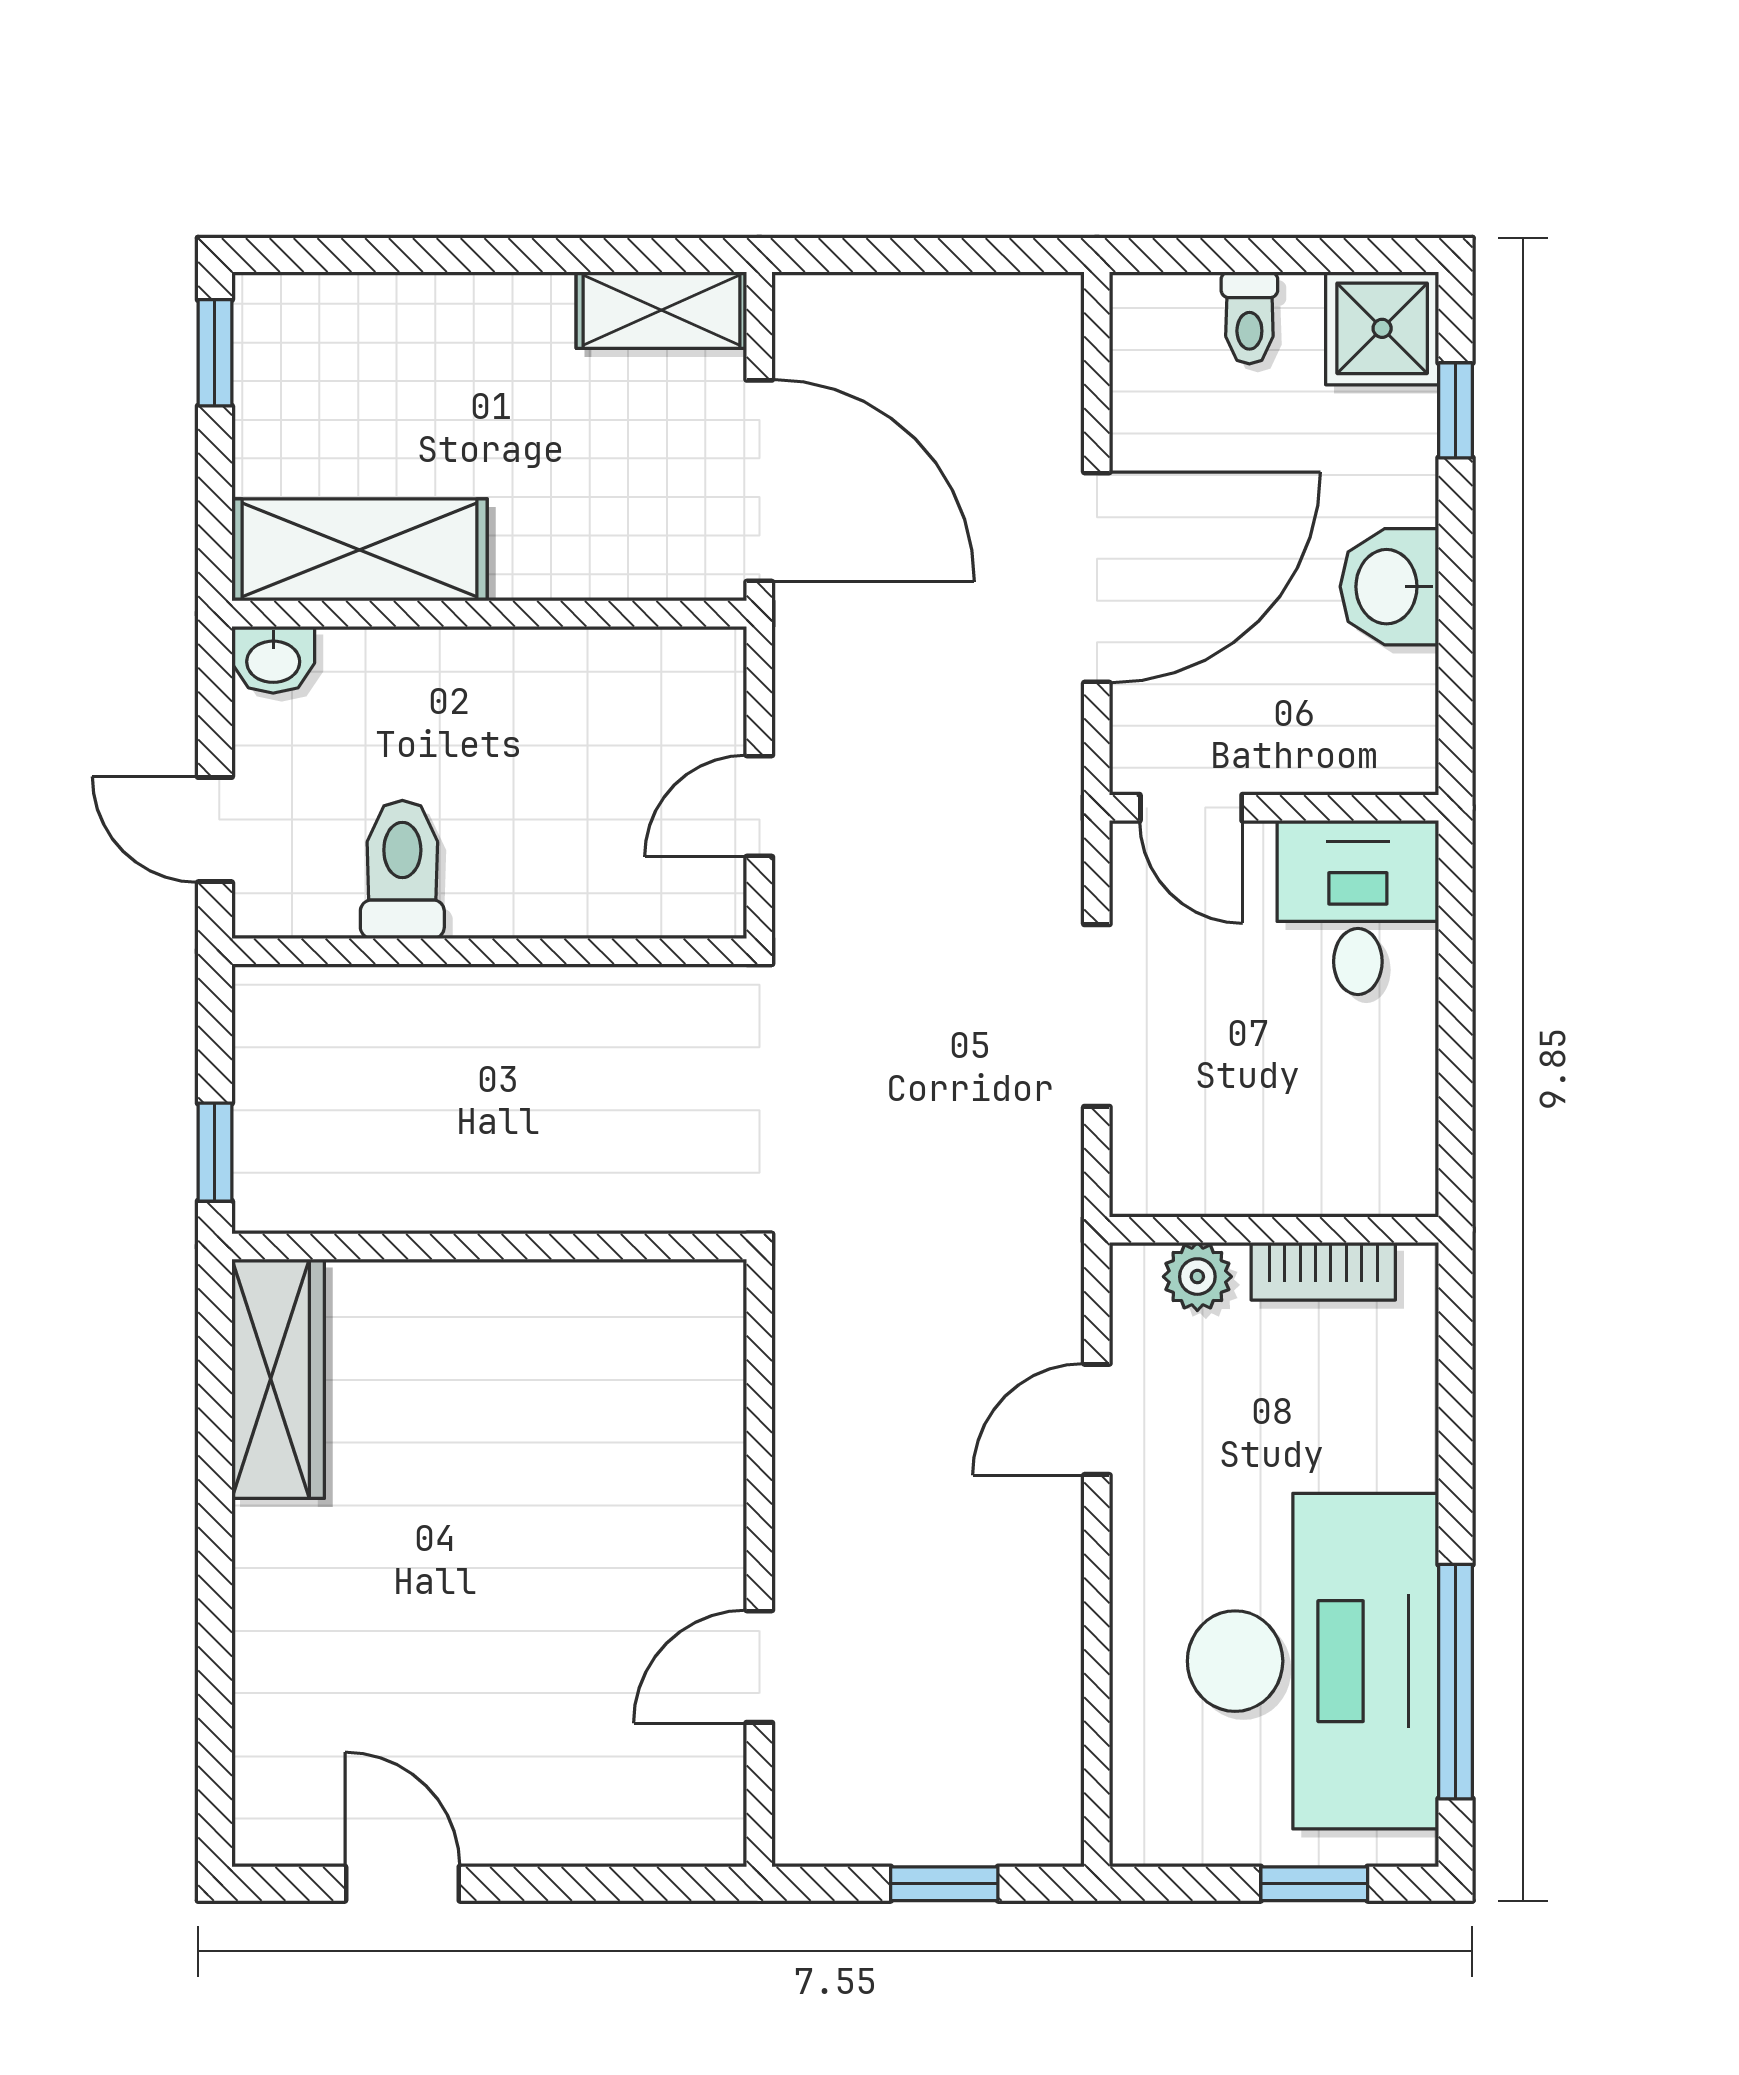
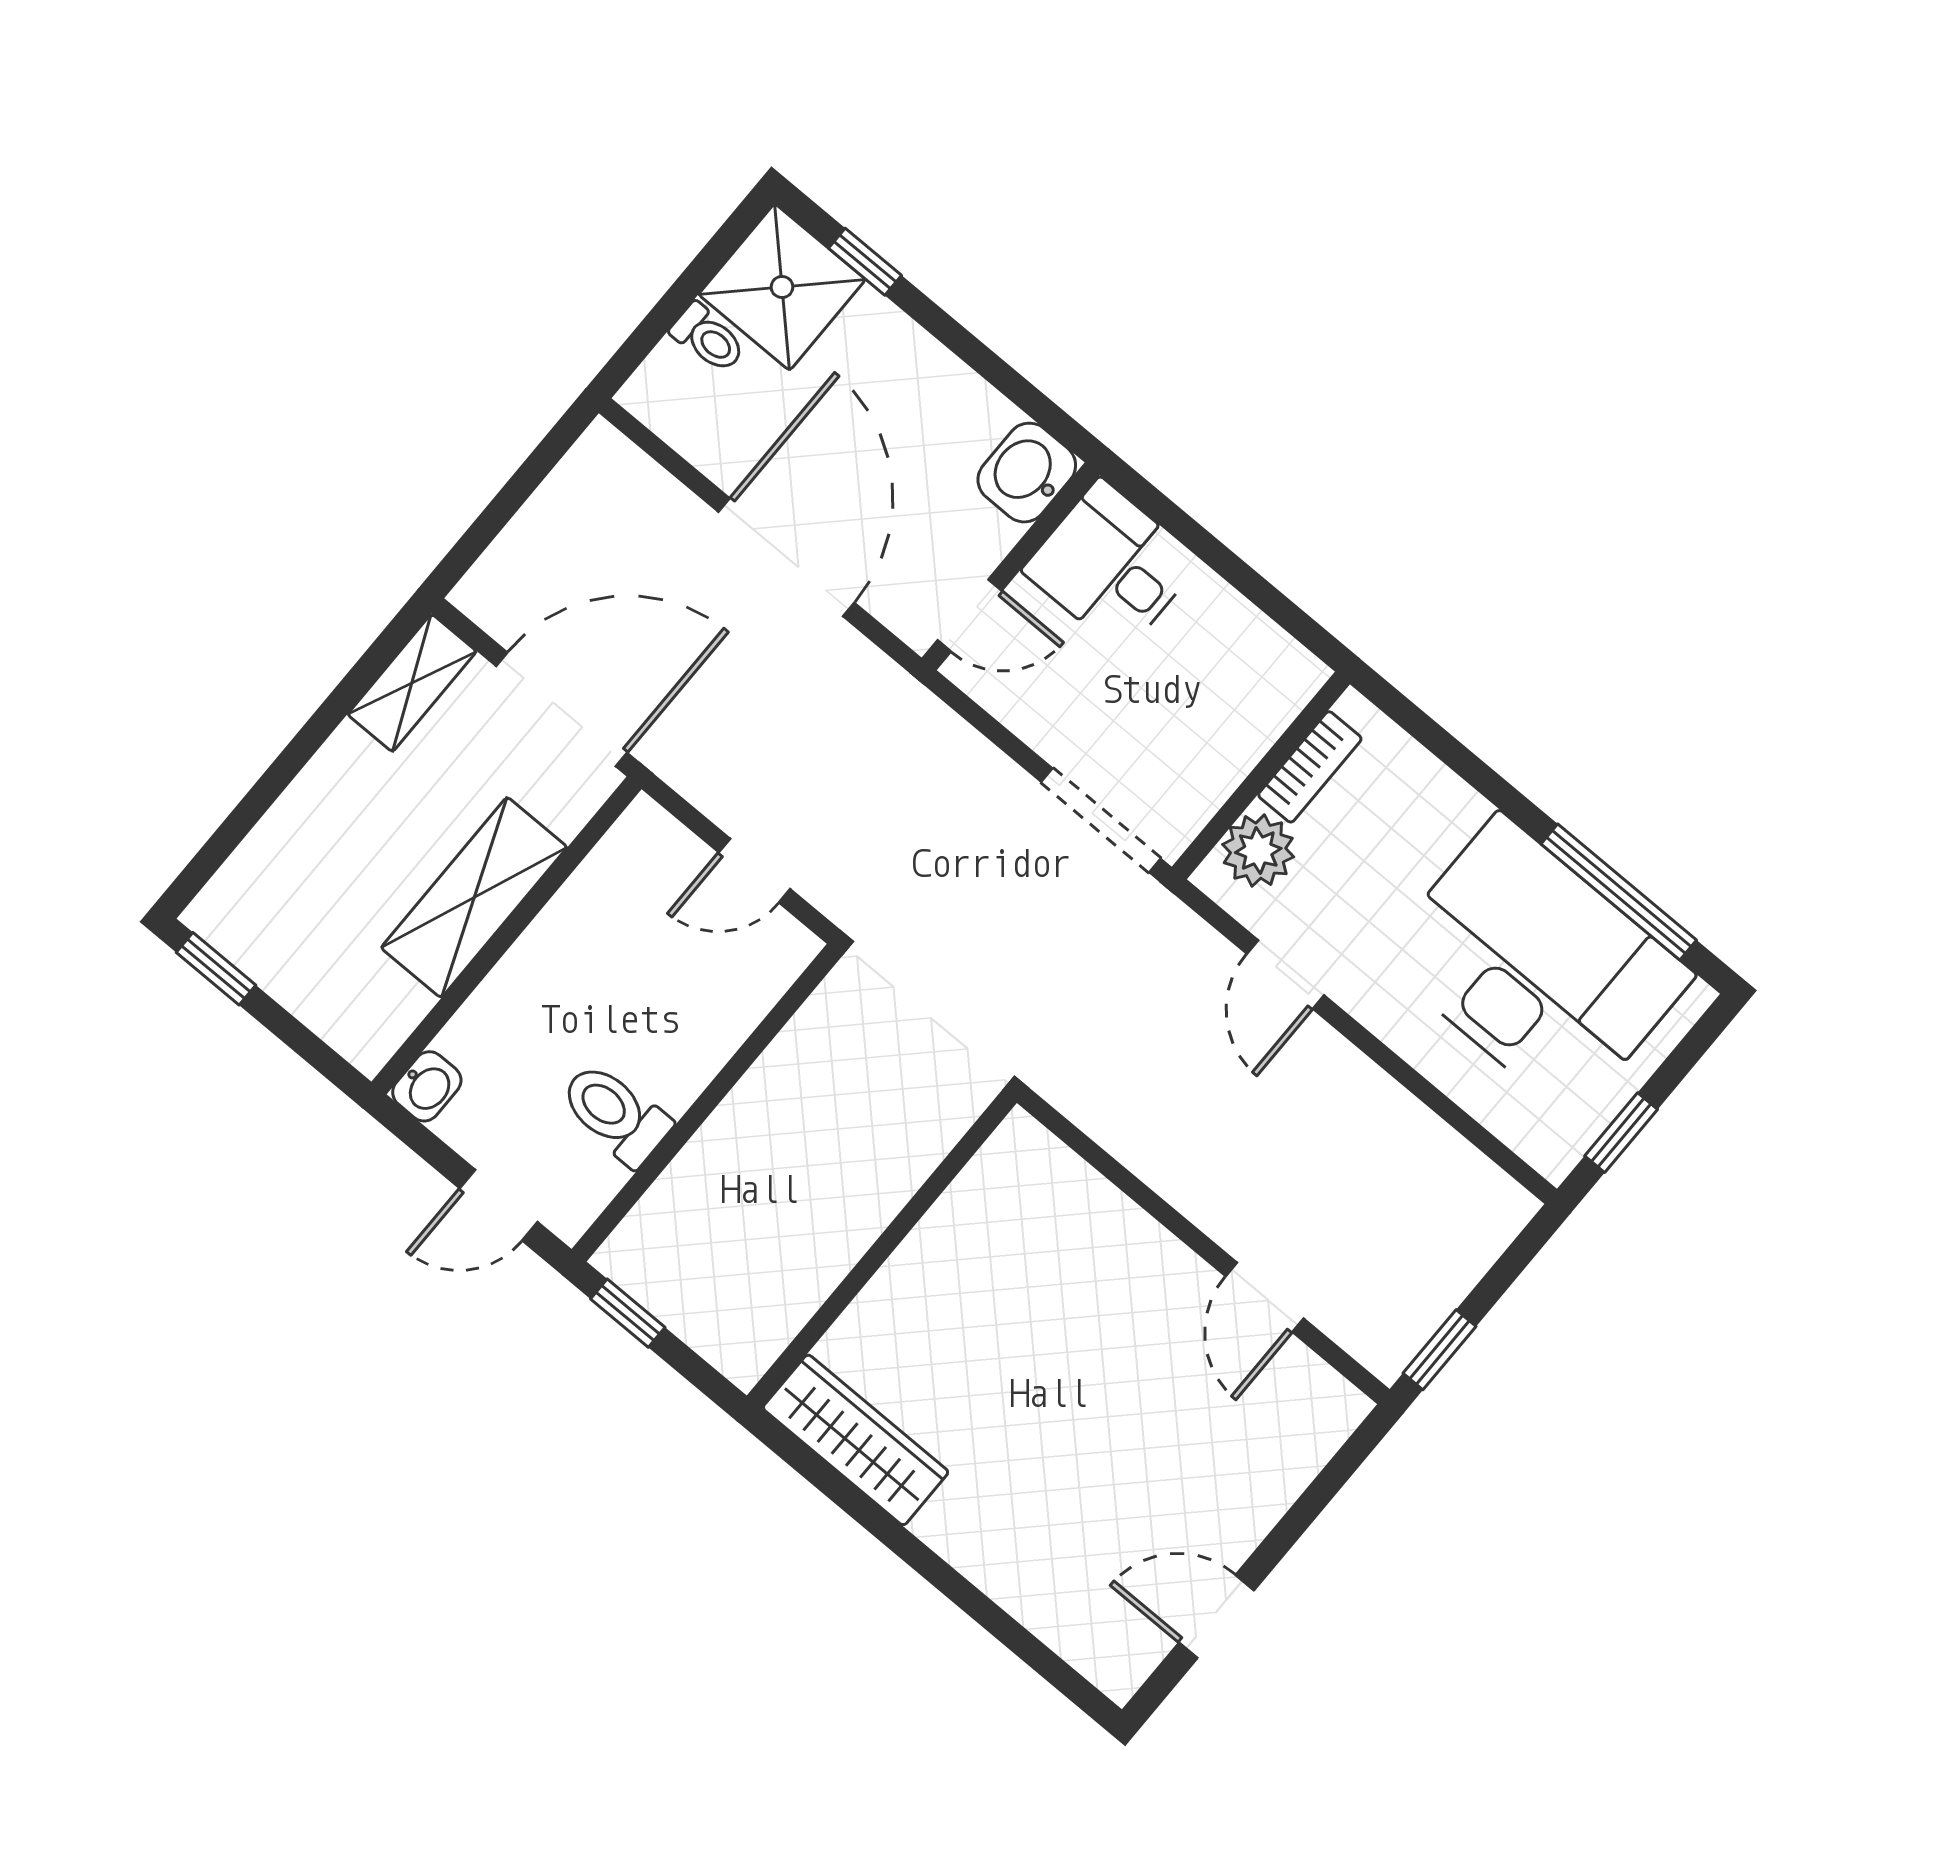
shower: (1382, 328) -> (782, 287), width x1.36, depth x1.36
shelving: (359, 550) -> (474, 897), moved
washbasin: (1389, 587) -> (1027, 473), moved, turned 90
door: (759, 806) -> (754, 871), hinge flipped
doorway: (1097, 1016) -> (1101, 820), moved
window: (215, 1152) -> (628, 1313), moved
plant: (1197, 1277) -> (1258, 851), width x1.38, depth x1.38
window: (944, 1884) -> (1440, 1350), moved
window: (1314, 1884) -> (1621, 1133), moved

